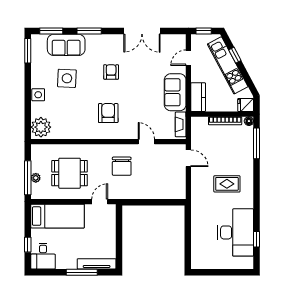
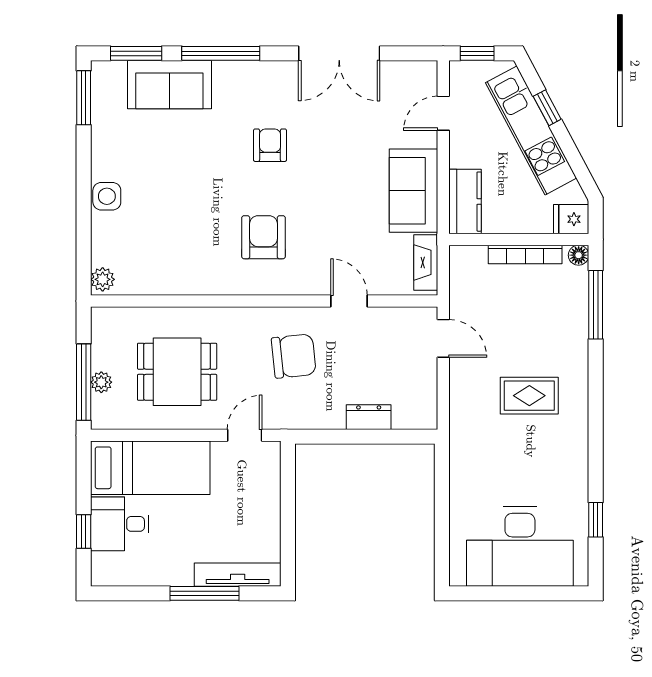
window: (89, 31) -> (221, 53), width x1.44
side table: (67, 78) -> (171, 159), removed
plant: (41, 127) -> (103, 279), width x0.53, depth x0.53
chair: (122, 166) -> (294, 356), turned -96
dresser: (155, 193) -> (369, 417), added
desk: (236, 232) -> (520, 547), moved, turned 90
desk: (43, 256) -> (120, 524), moved, turned 90

